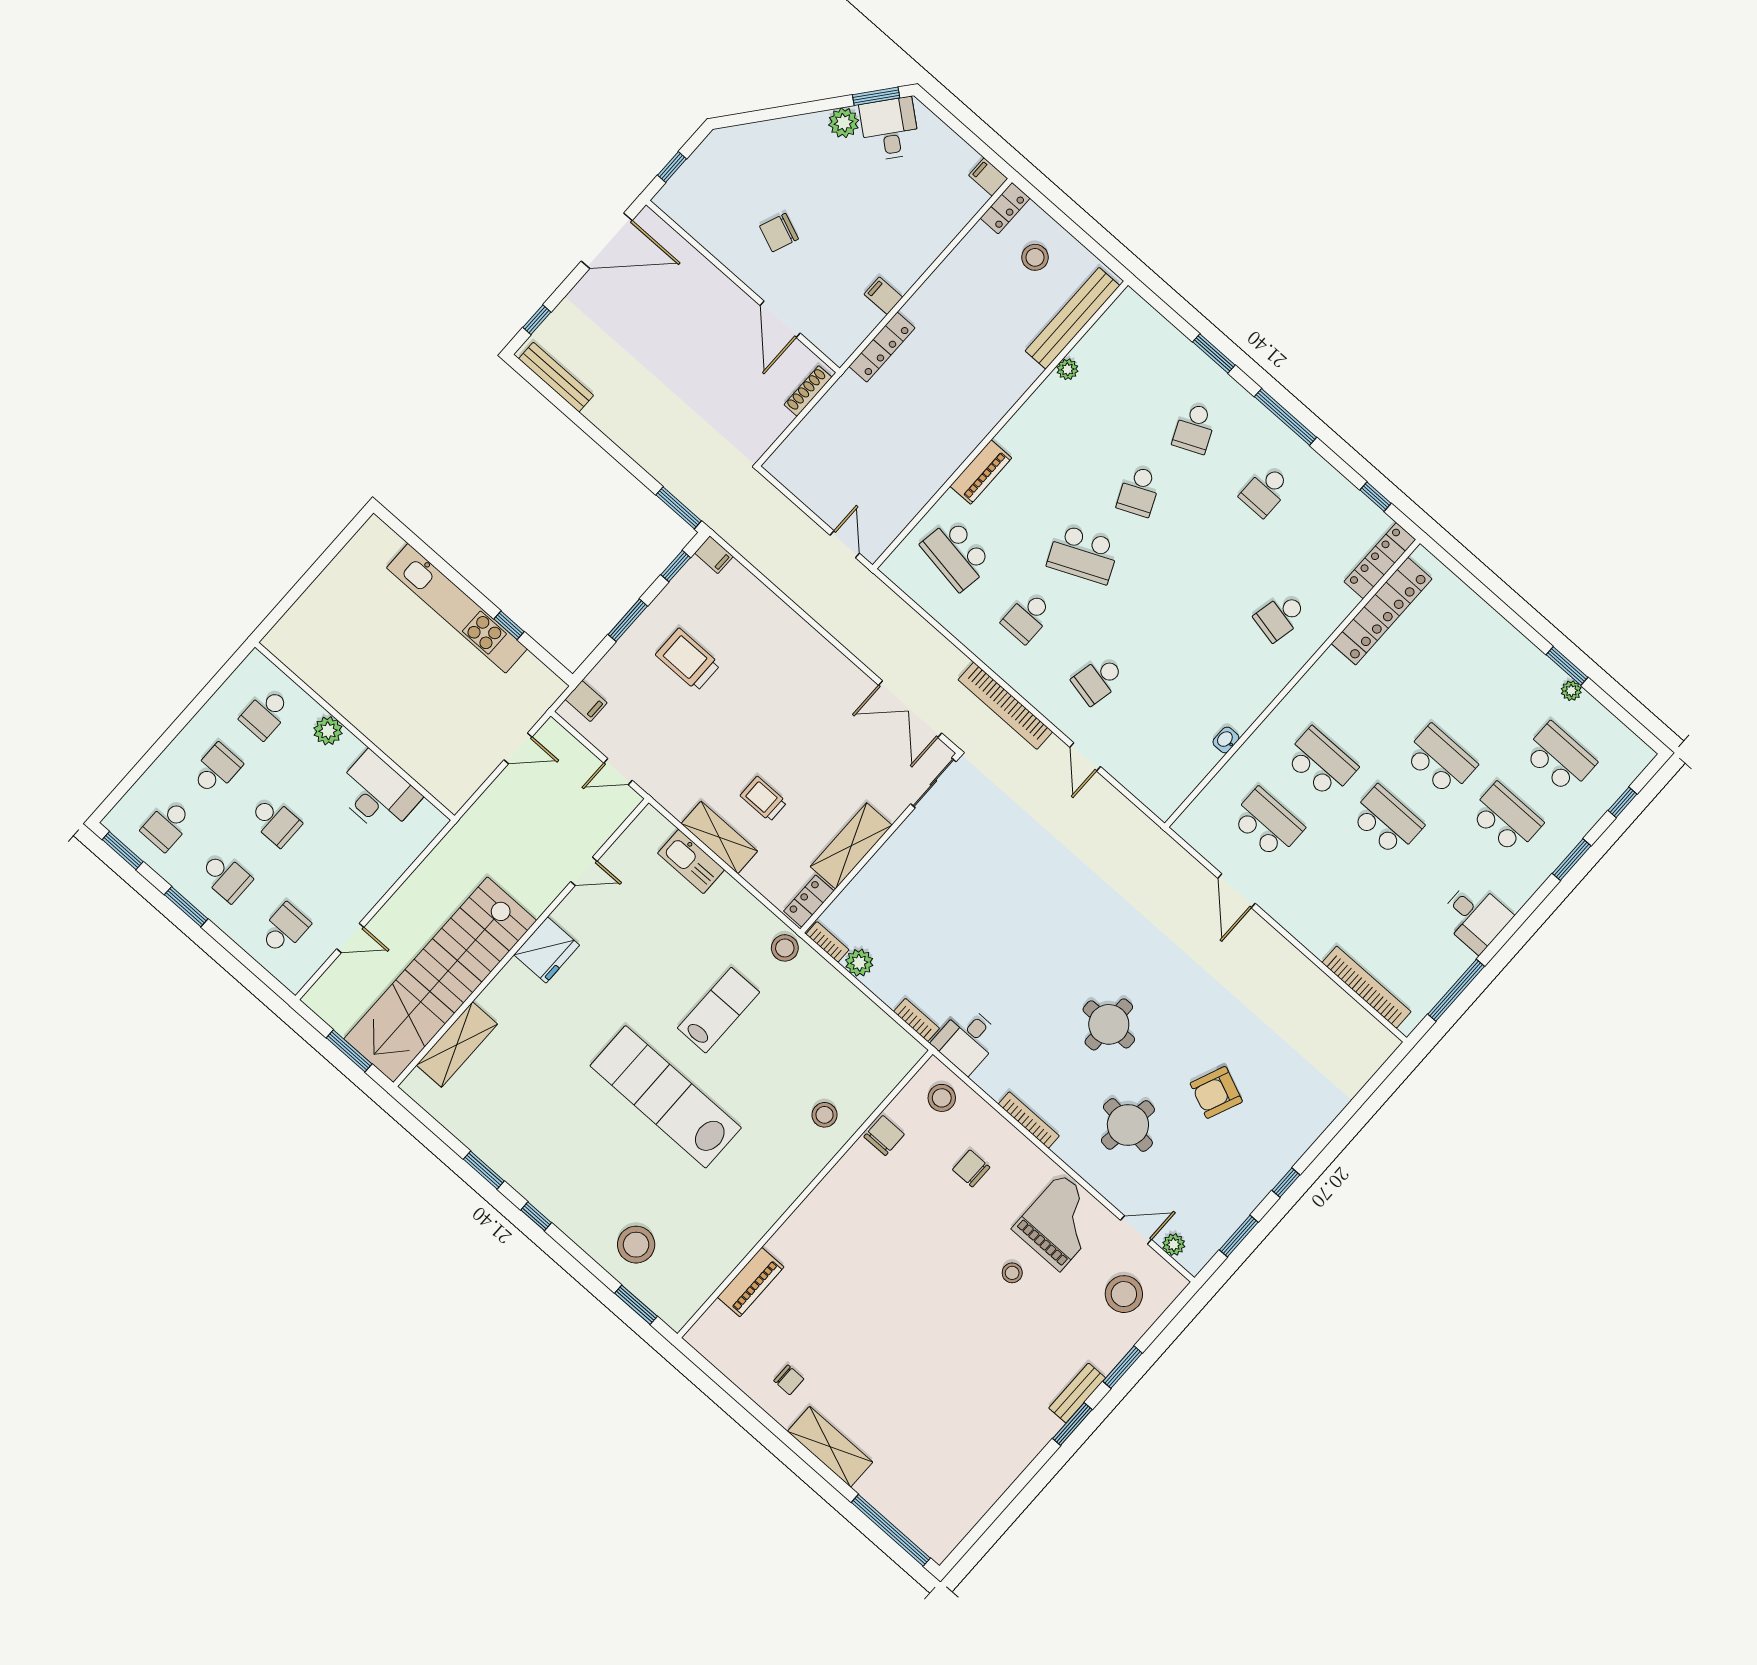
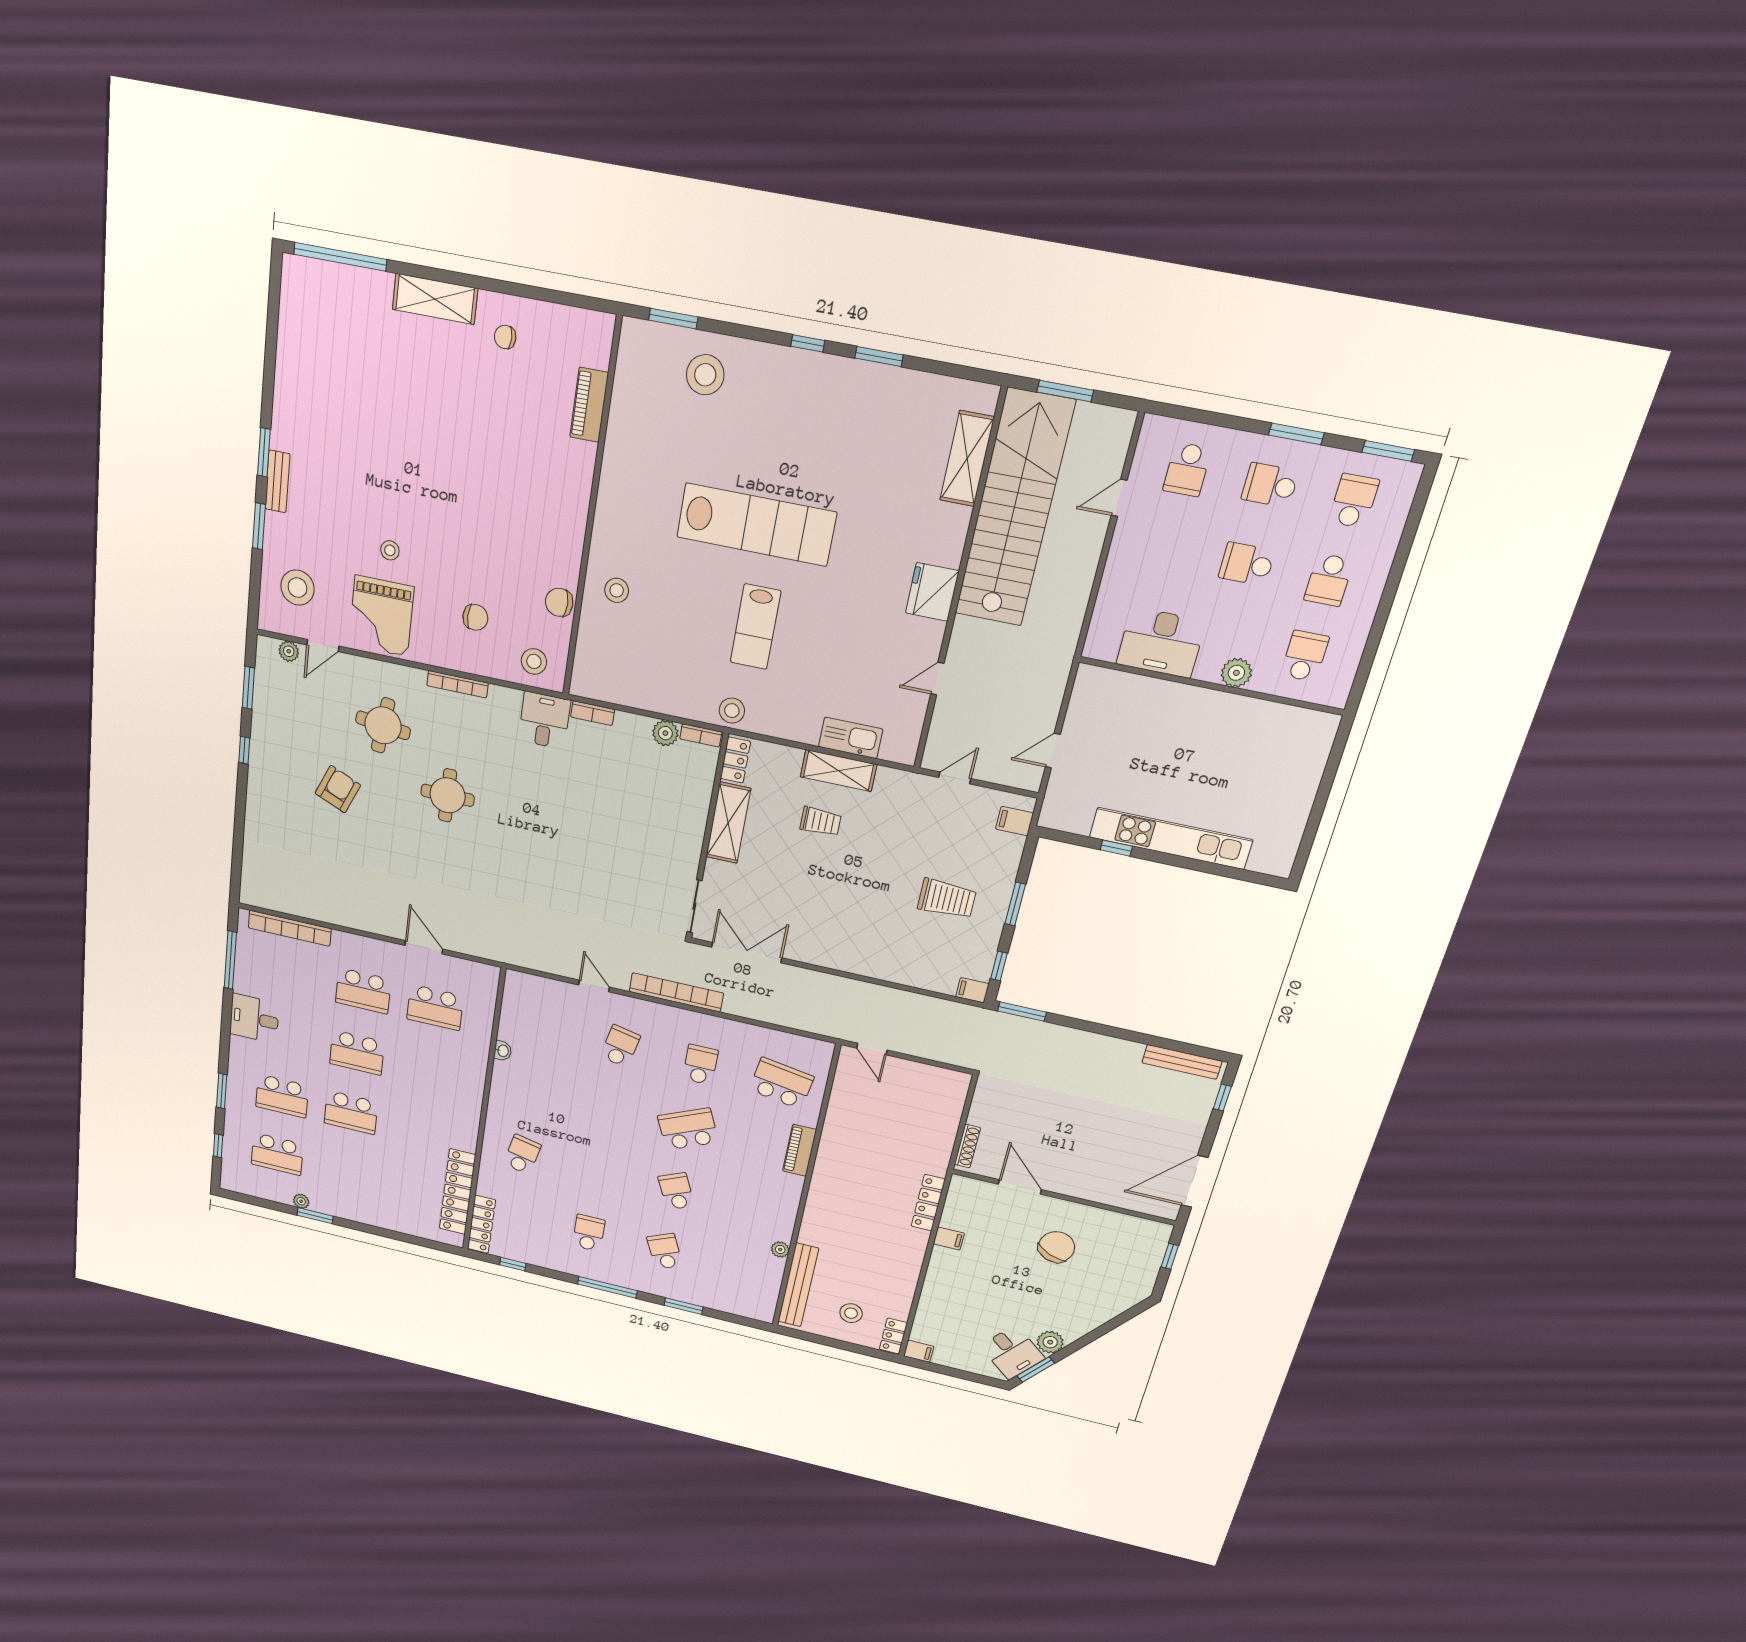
chair: (779, 233) -> (1056, 1247), width x1.37, depth x1.37
school desk: (1321, 763) -> (363, 991), moved
chair: (884, 1136) -> (559, 602), turned 90

